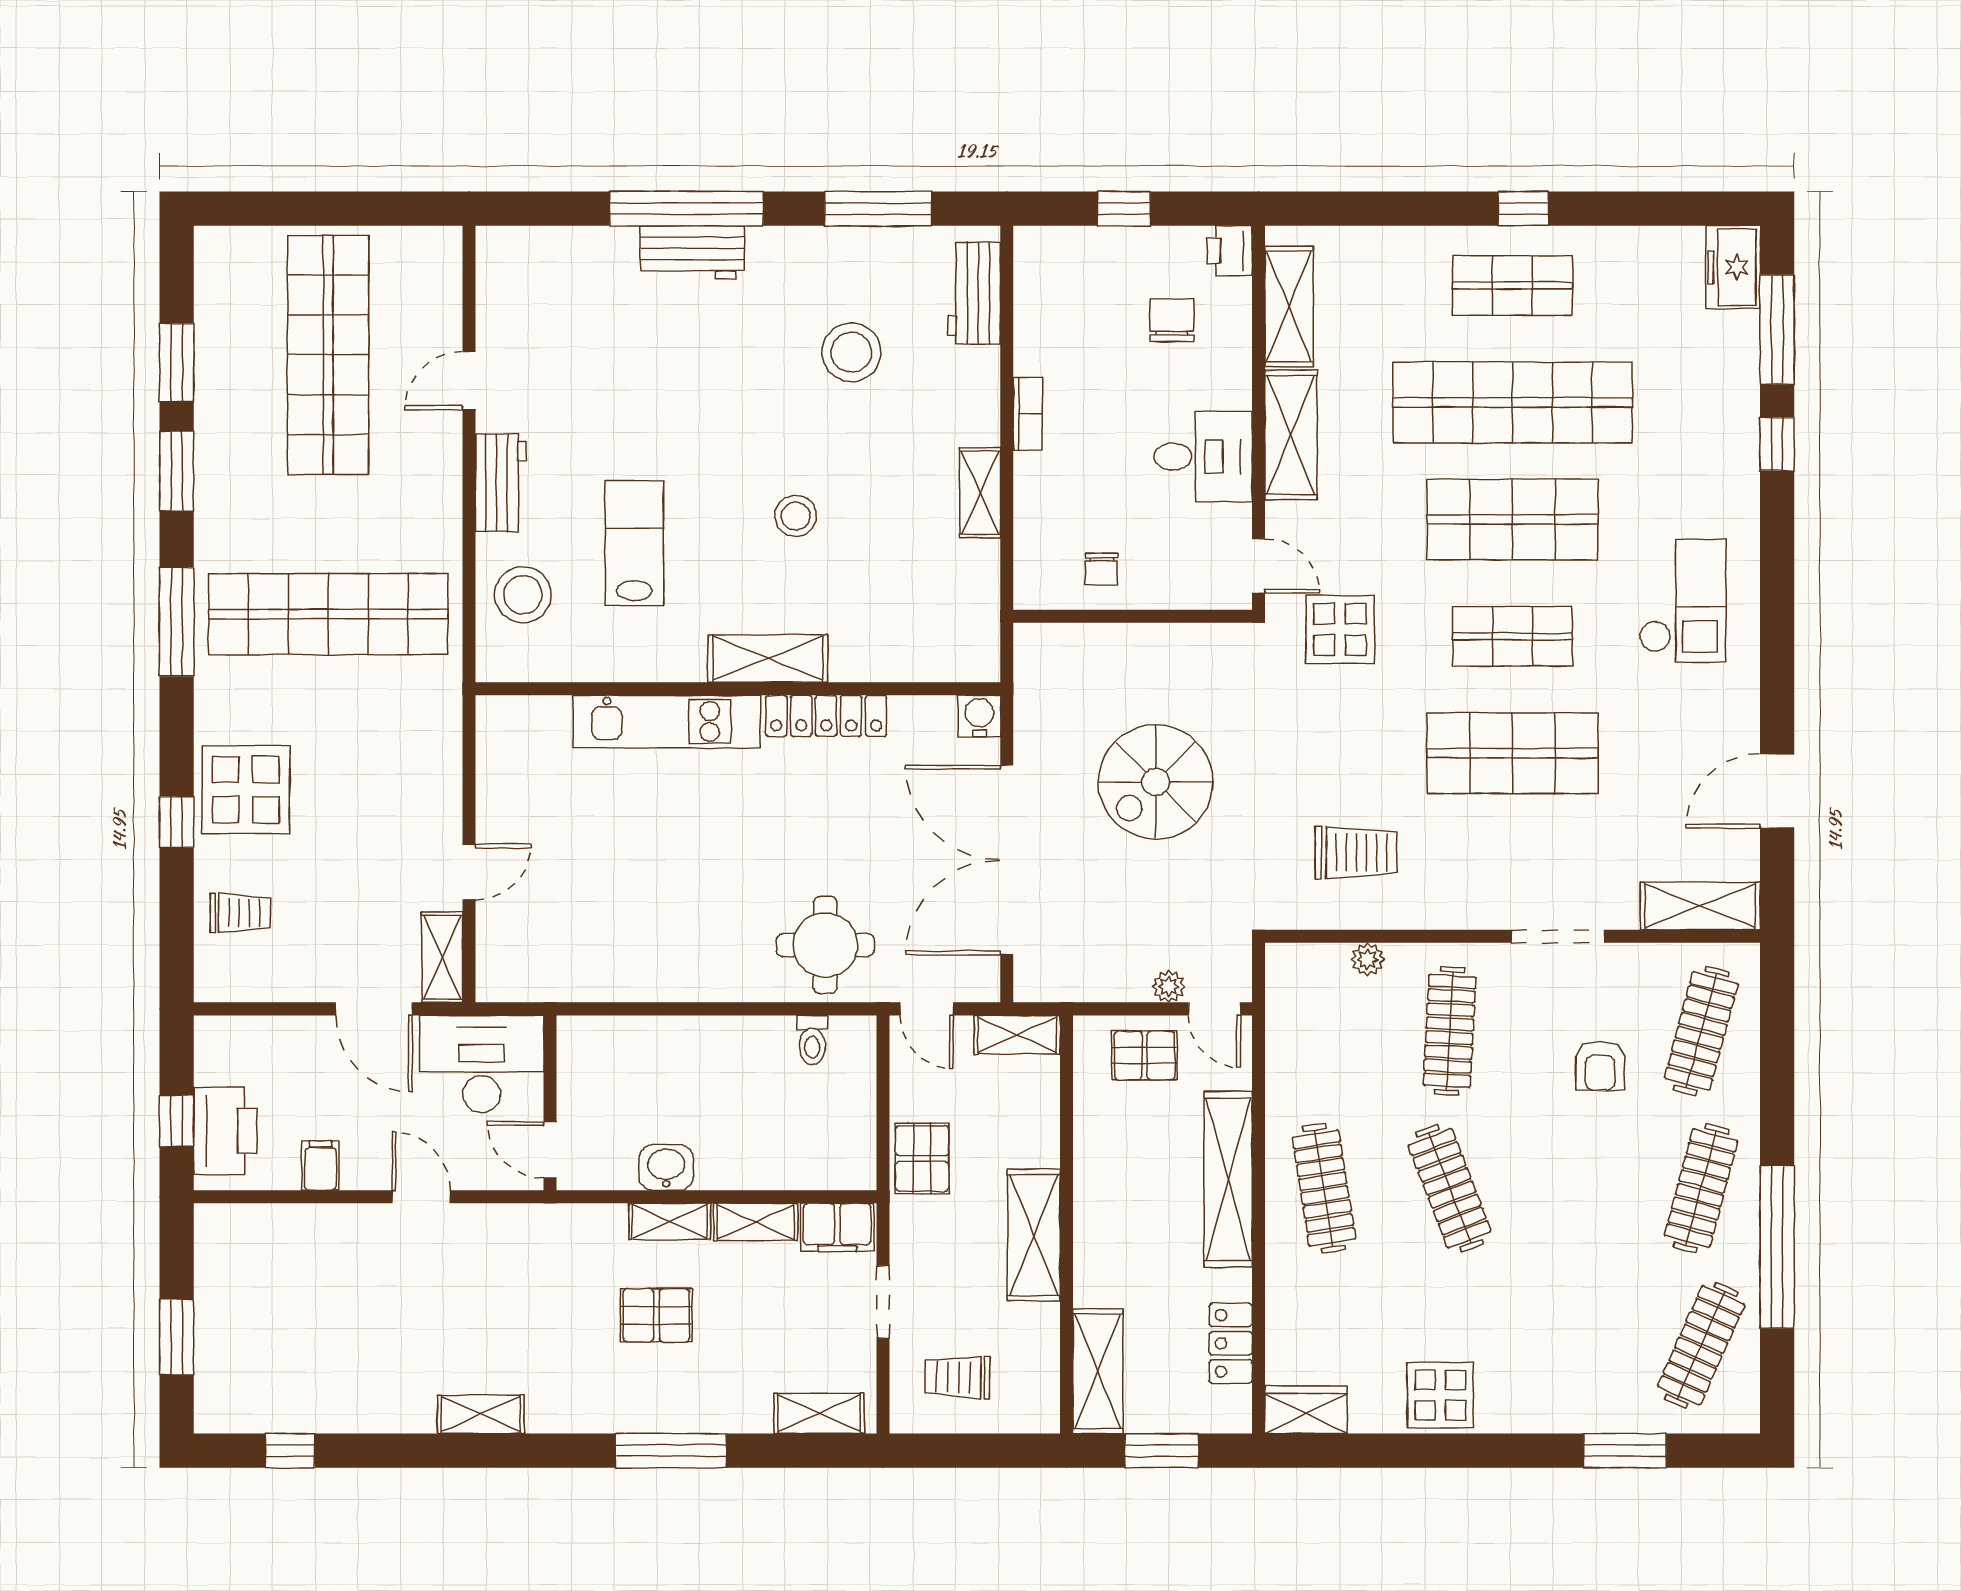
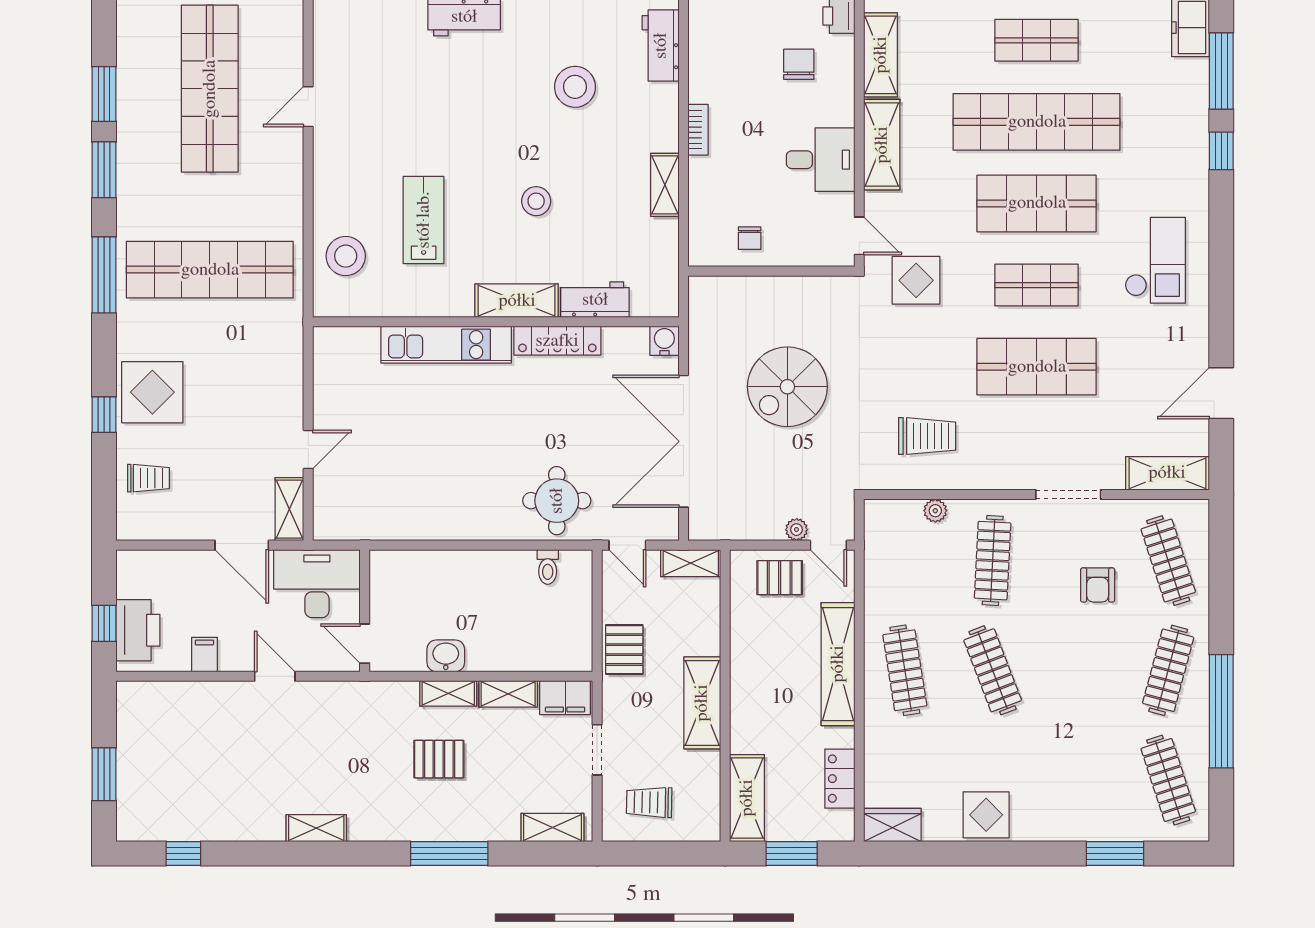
workbench: (501, 483) -> (595, 300), moved, turned -90
clothes rail: (1701, 1031) -> (1168, 561), turned -33
clothes rail: (1701, 1345) -> (1168, 780), turned -42

